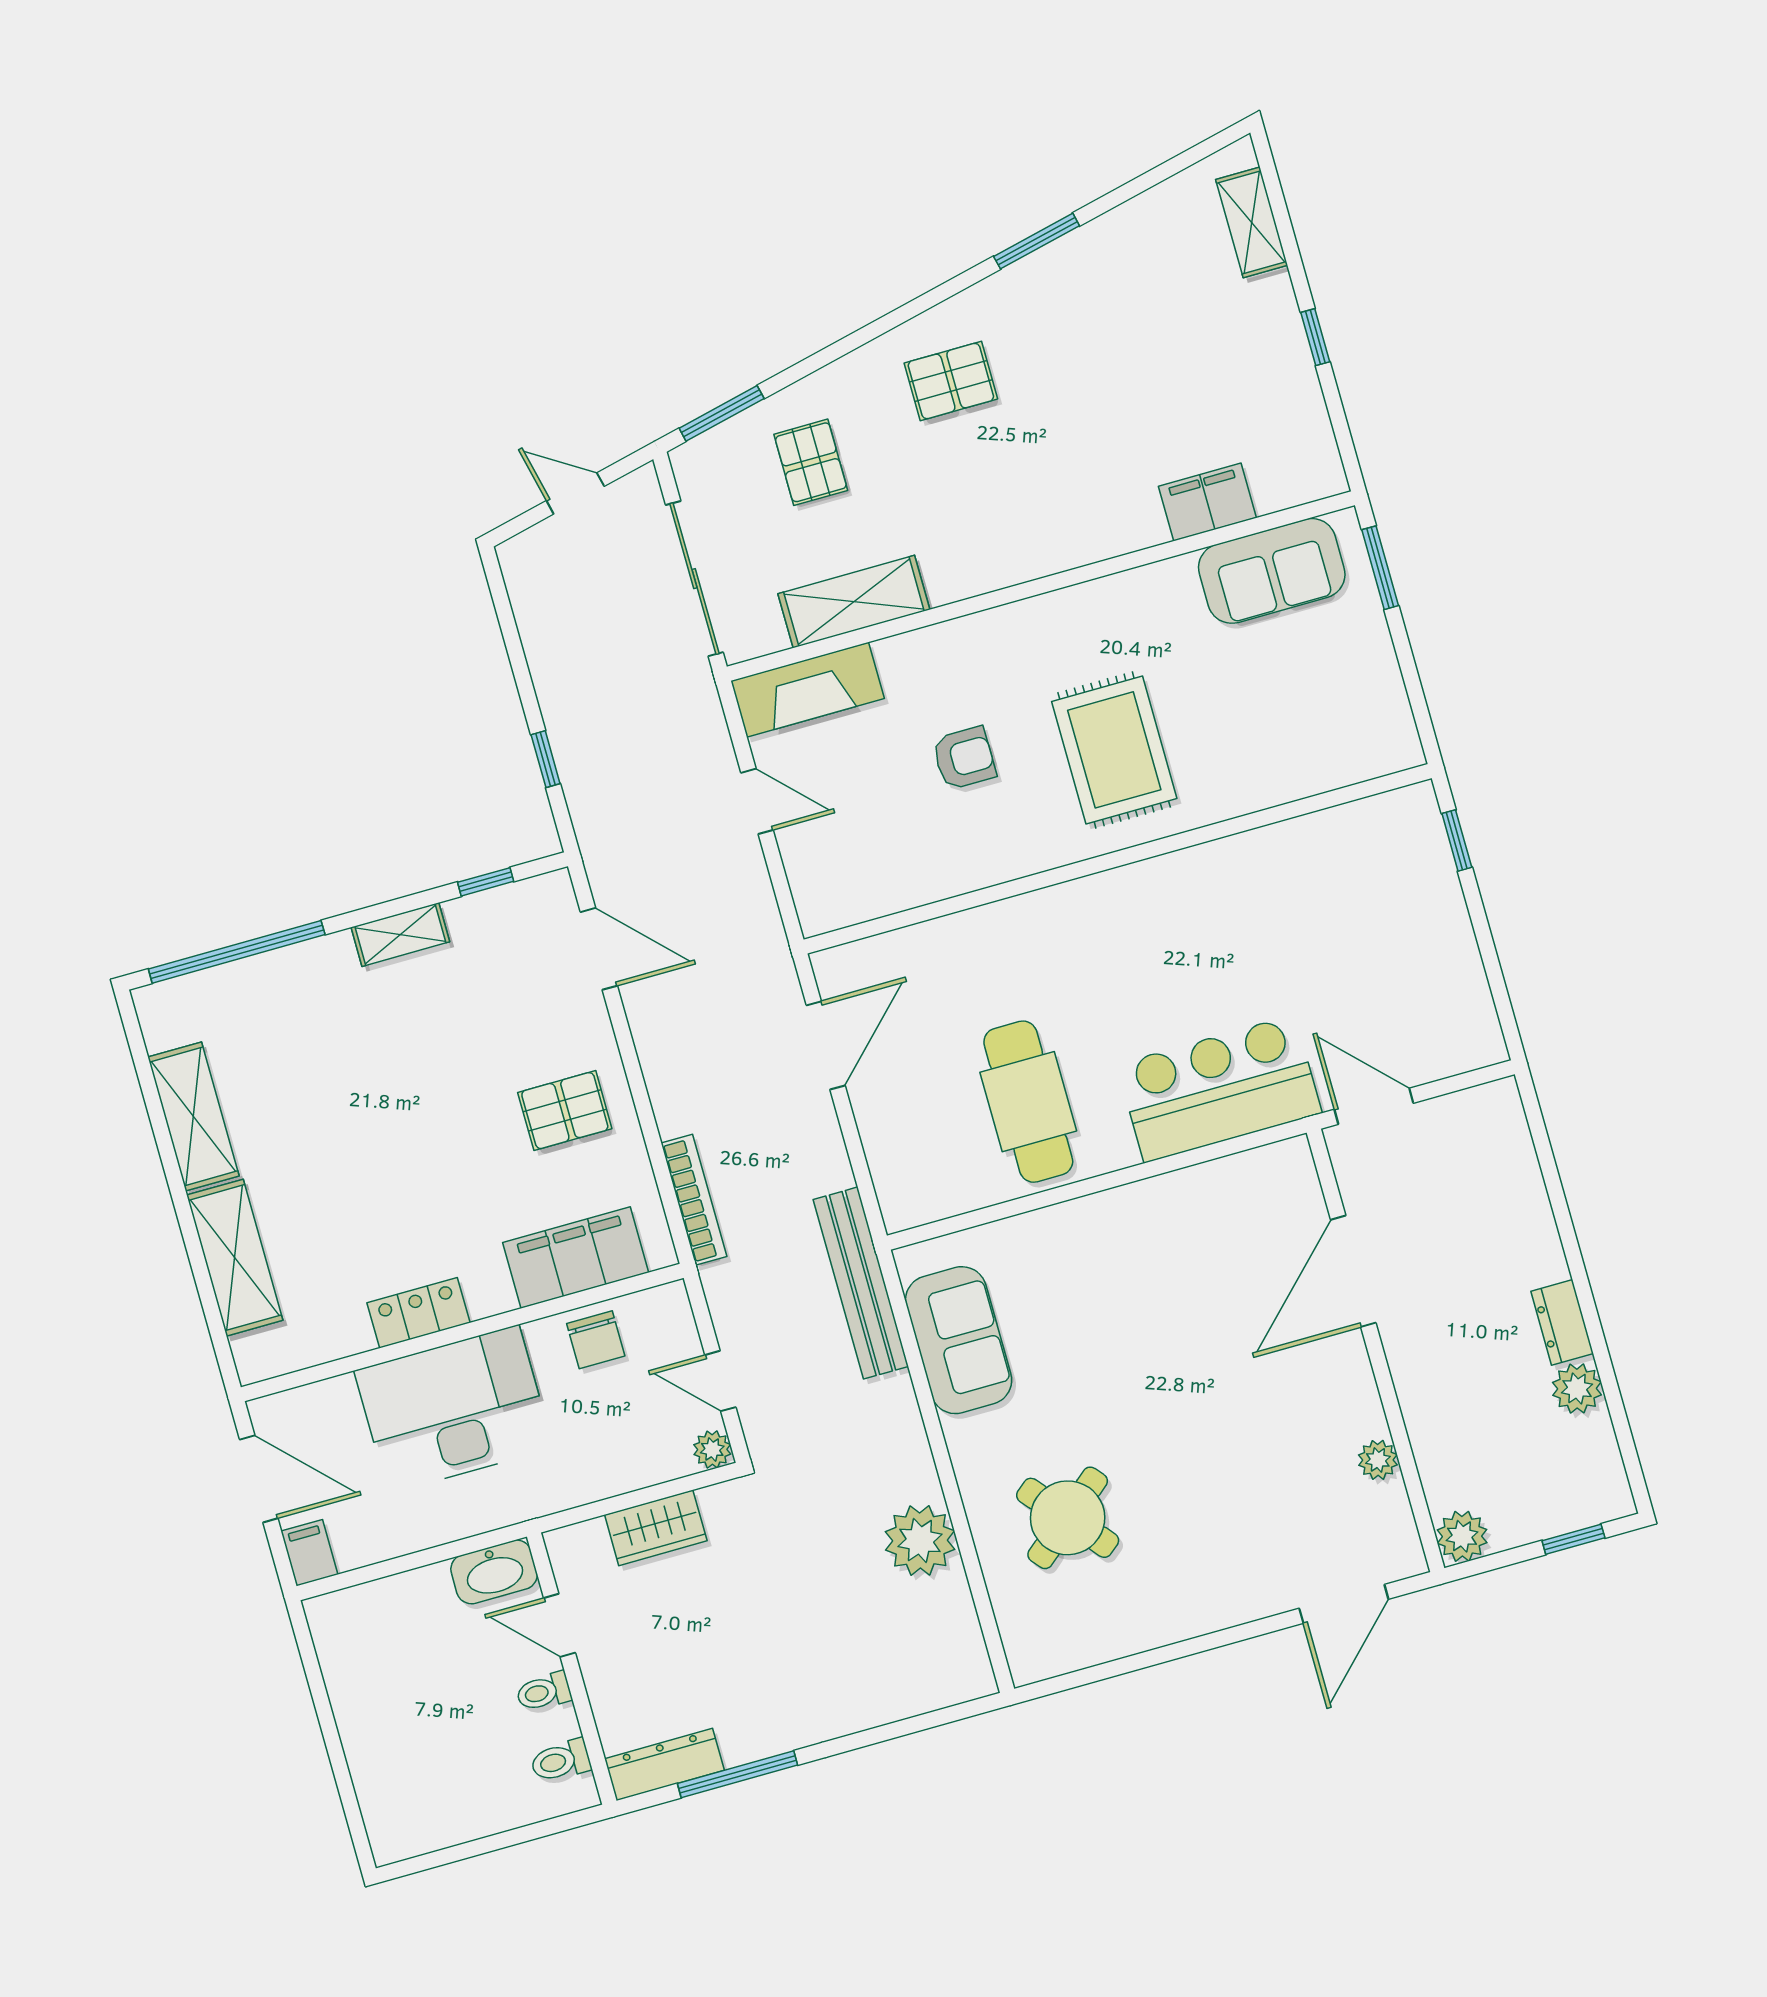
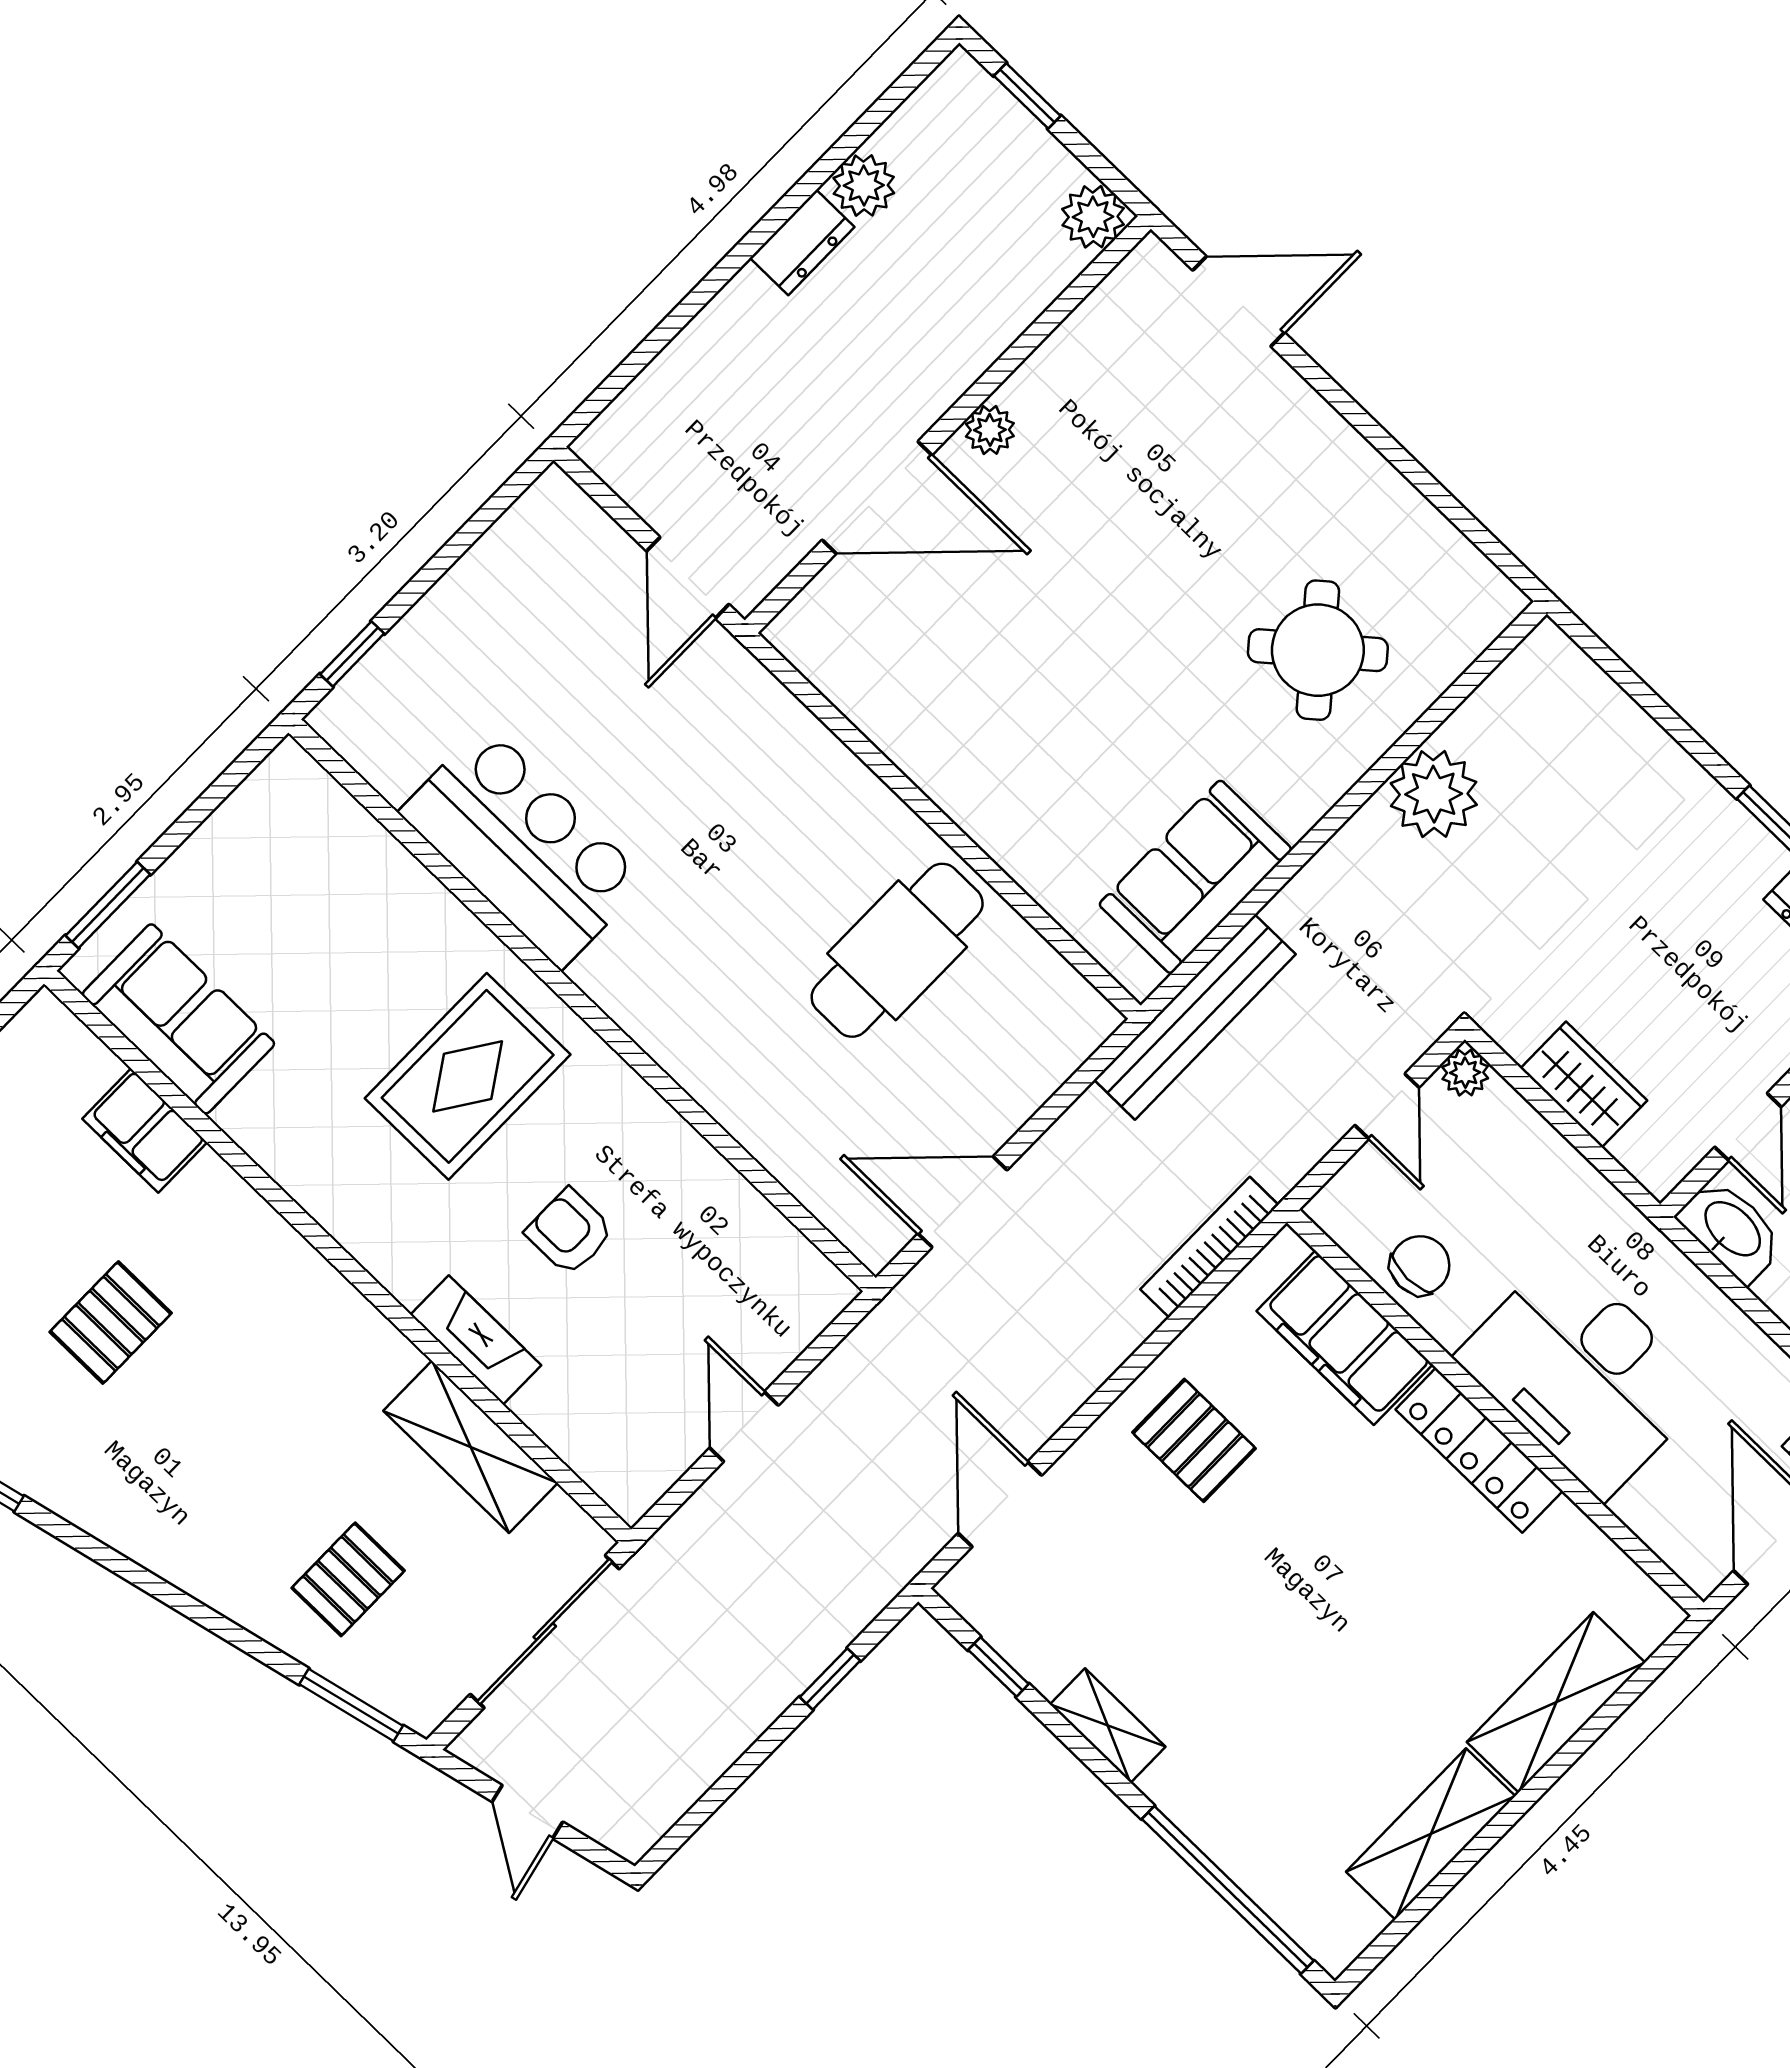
pallet: (951, 381) -> (111, 1322), moved, turned 90
fireplace: (807, 690) -> (476, 1340), moved, width x0.73, depth x0.76
bar counter: (1219, 1089) -> (523, 847), moved, turned 180
locker: (419, 1313) -> (1479, 1450), width x1.53
plant: (1378, 1460) -> (990, 430), moved

